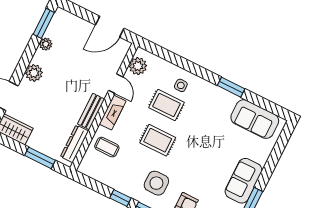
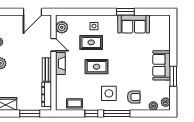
sofa: (255, 119) -> (134, 24), moved
coffee table: (107, 147) -> (74, 103), moved

